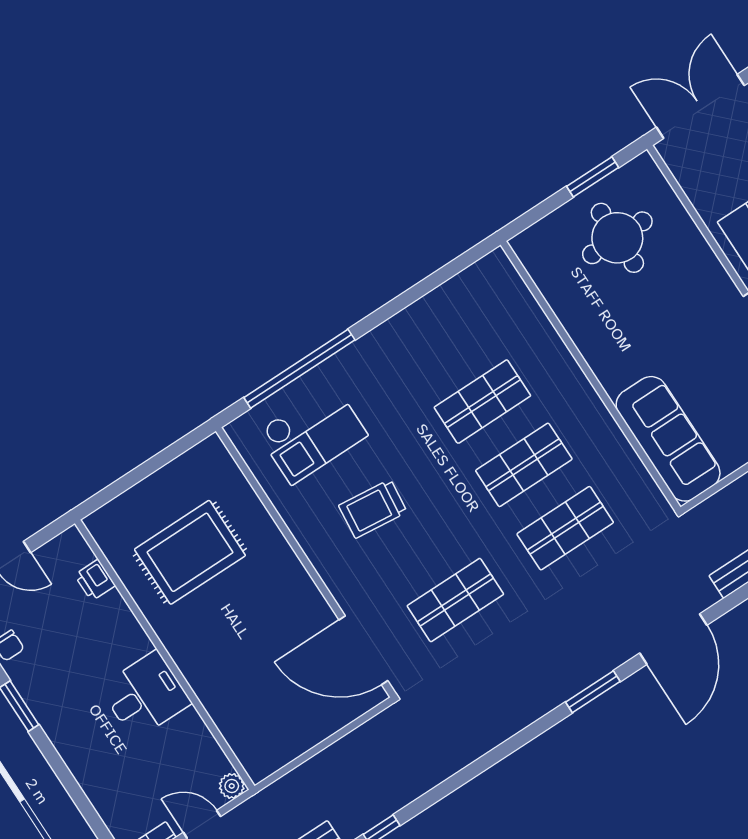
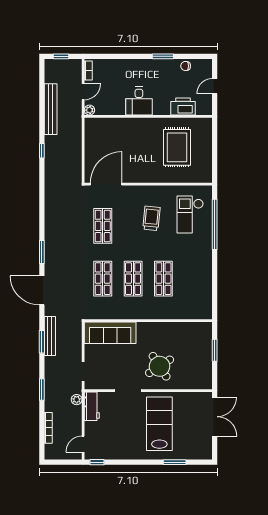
window: (593, 177) -> (215, 350), moved
round table: (617, 238) -> (160, 366), moved, turned -33
printer: (95, 580) -> (183, 107), width x1.87, depth x1.48

